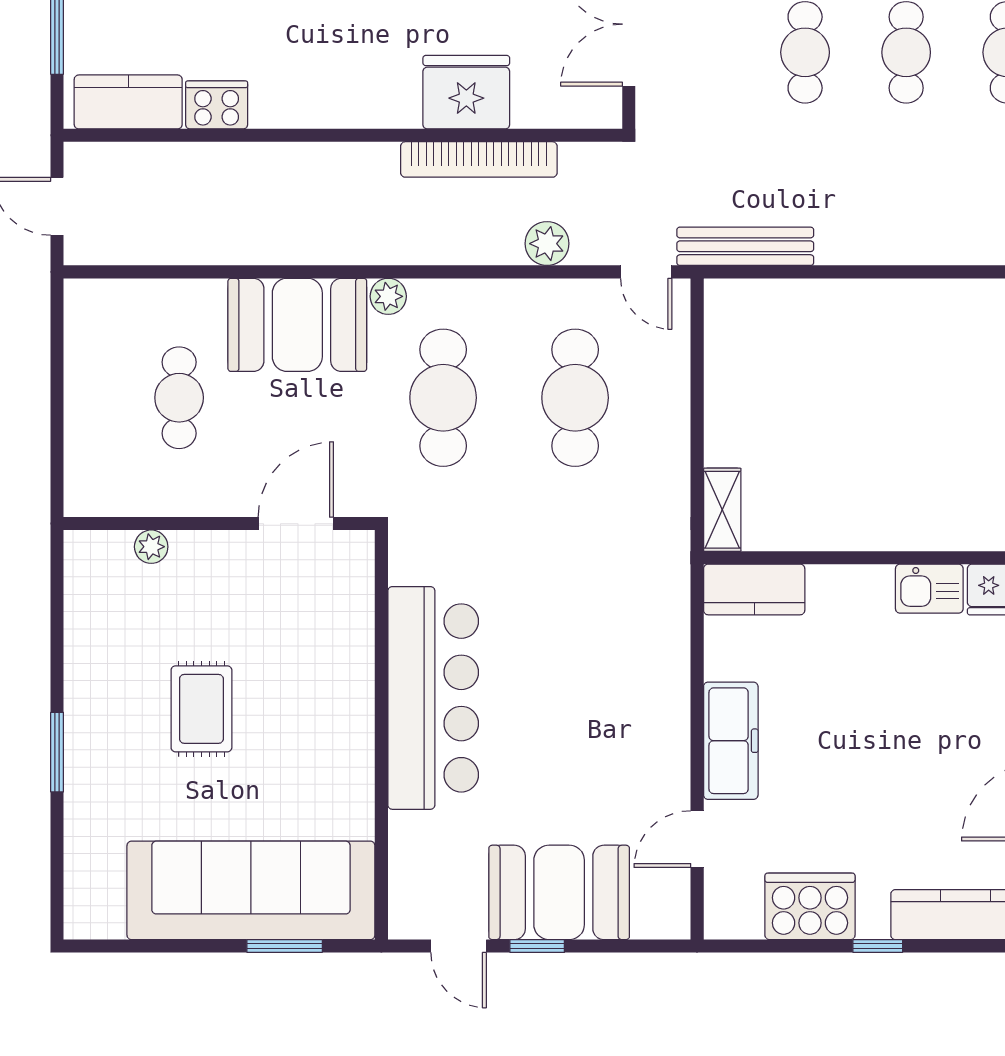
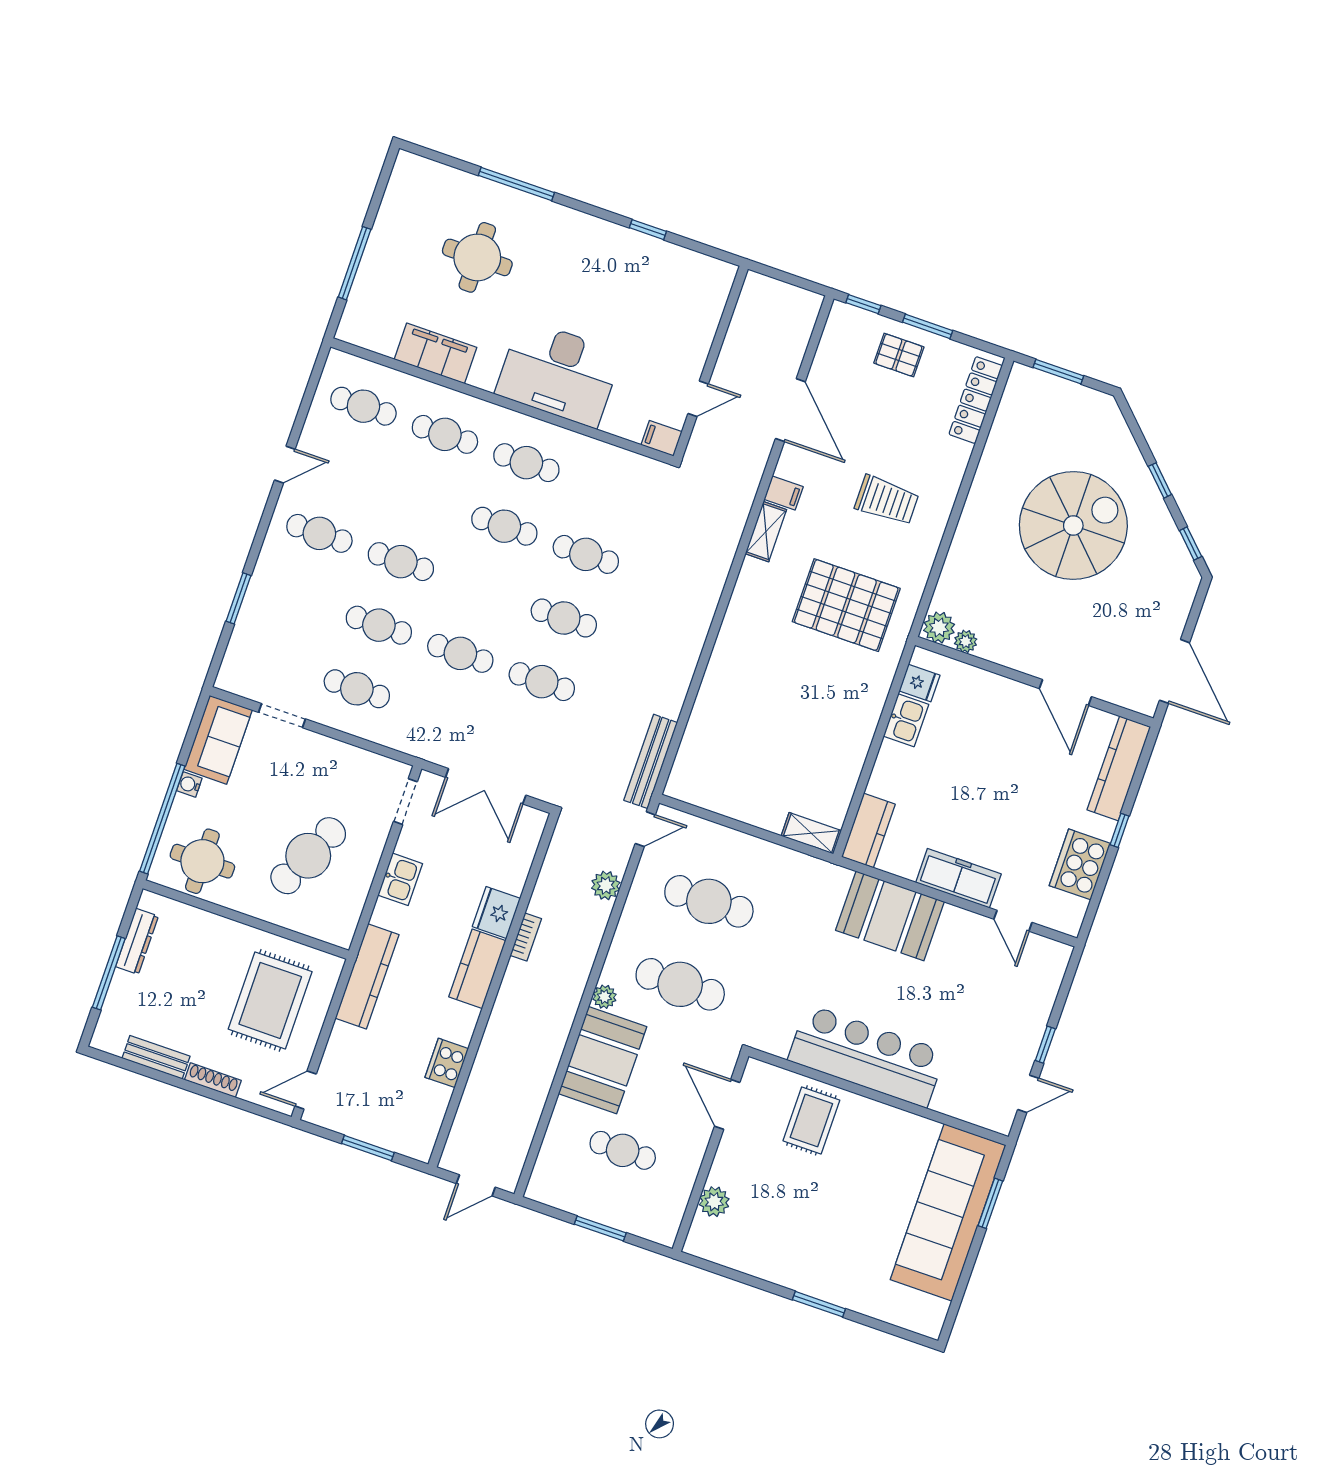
fridge: (466, 92) -> (496, 913), width x0.73, depth x0.75
kitchen counter: (128, 102) -> (477, 969), moved
bookcase: (479, 159) -> (526, 937), width x0.43, depth x0.76
window: (57, 404) -> (600, 1228), added
plant: (151, 547) -> (714, 1202), width x1.38, depth x1.38
rug: (201, 709) -> (811, 1120), moved, turned 90
booth: (559, 892) -> (890, 916), moved, turned 90

